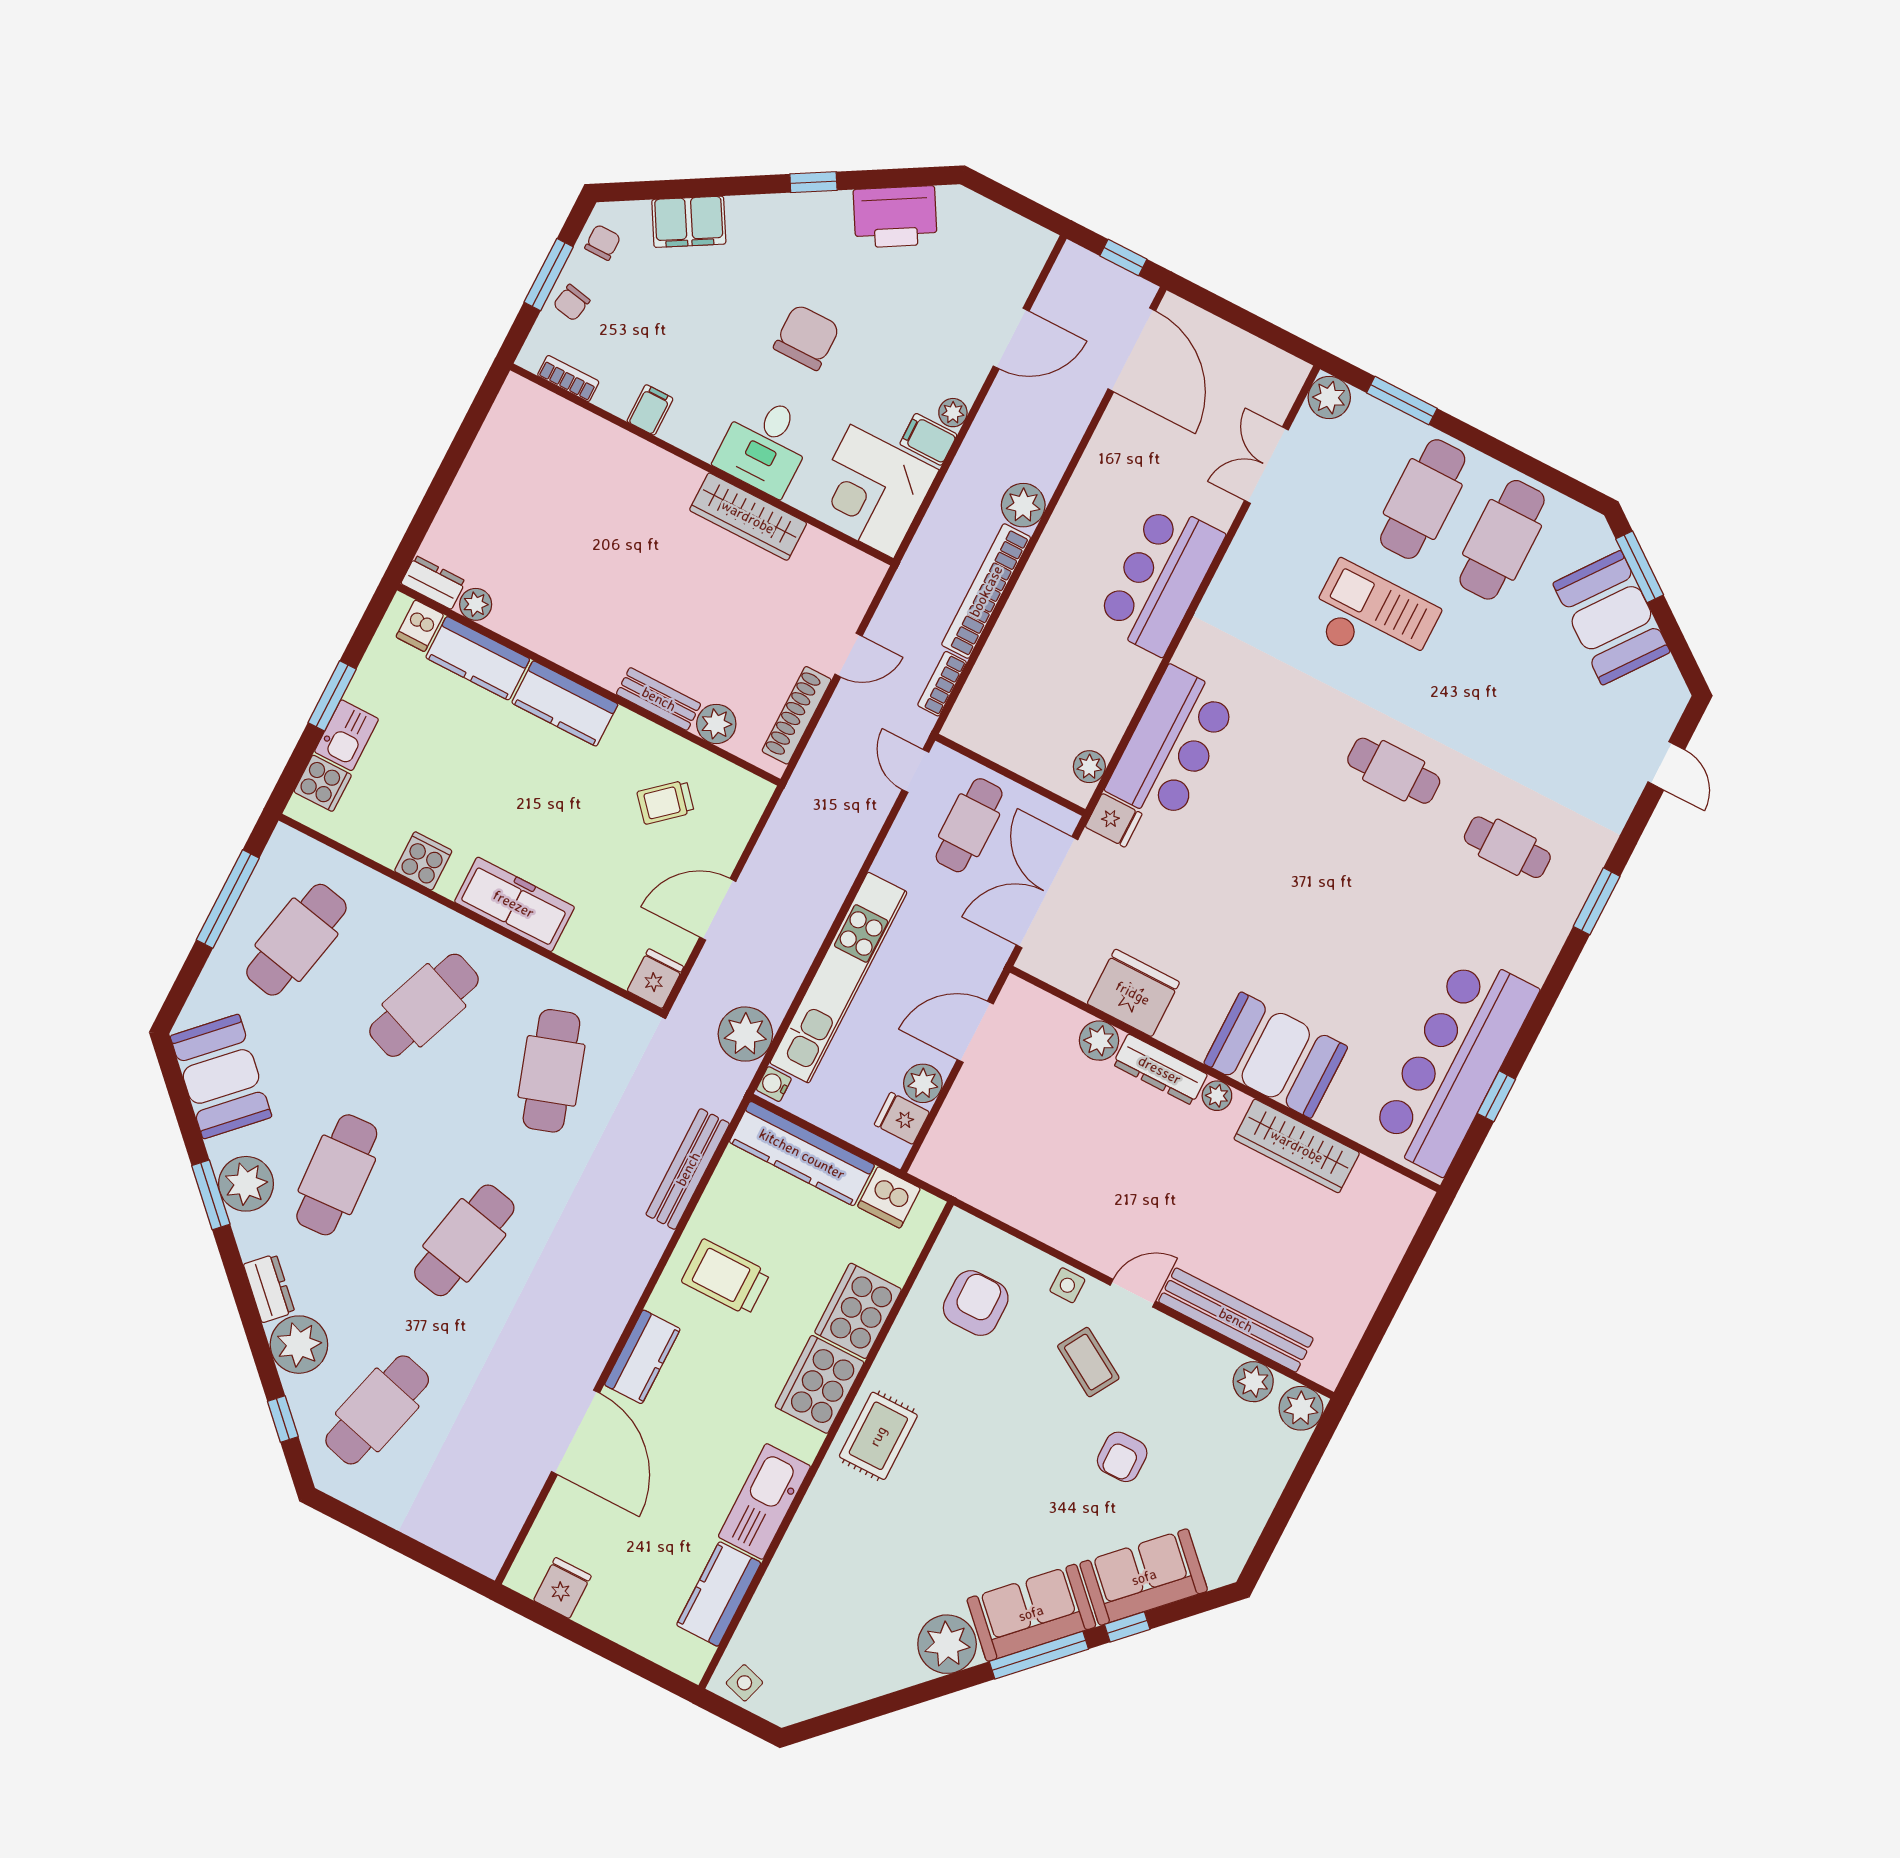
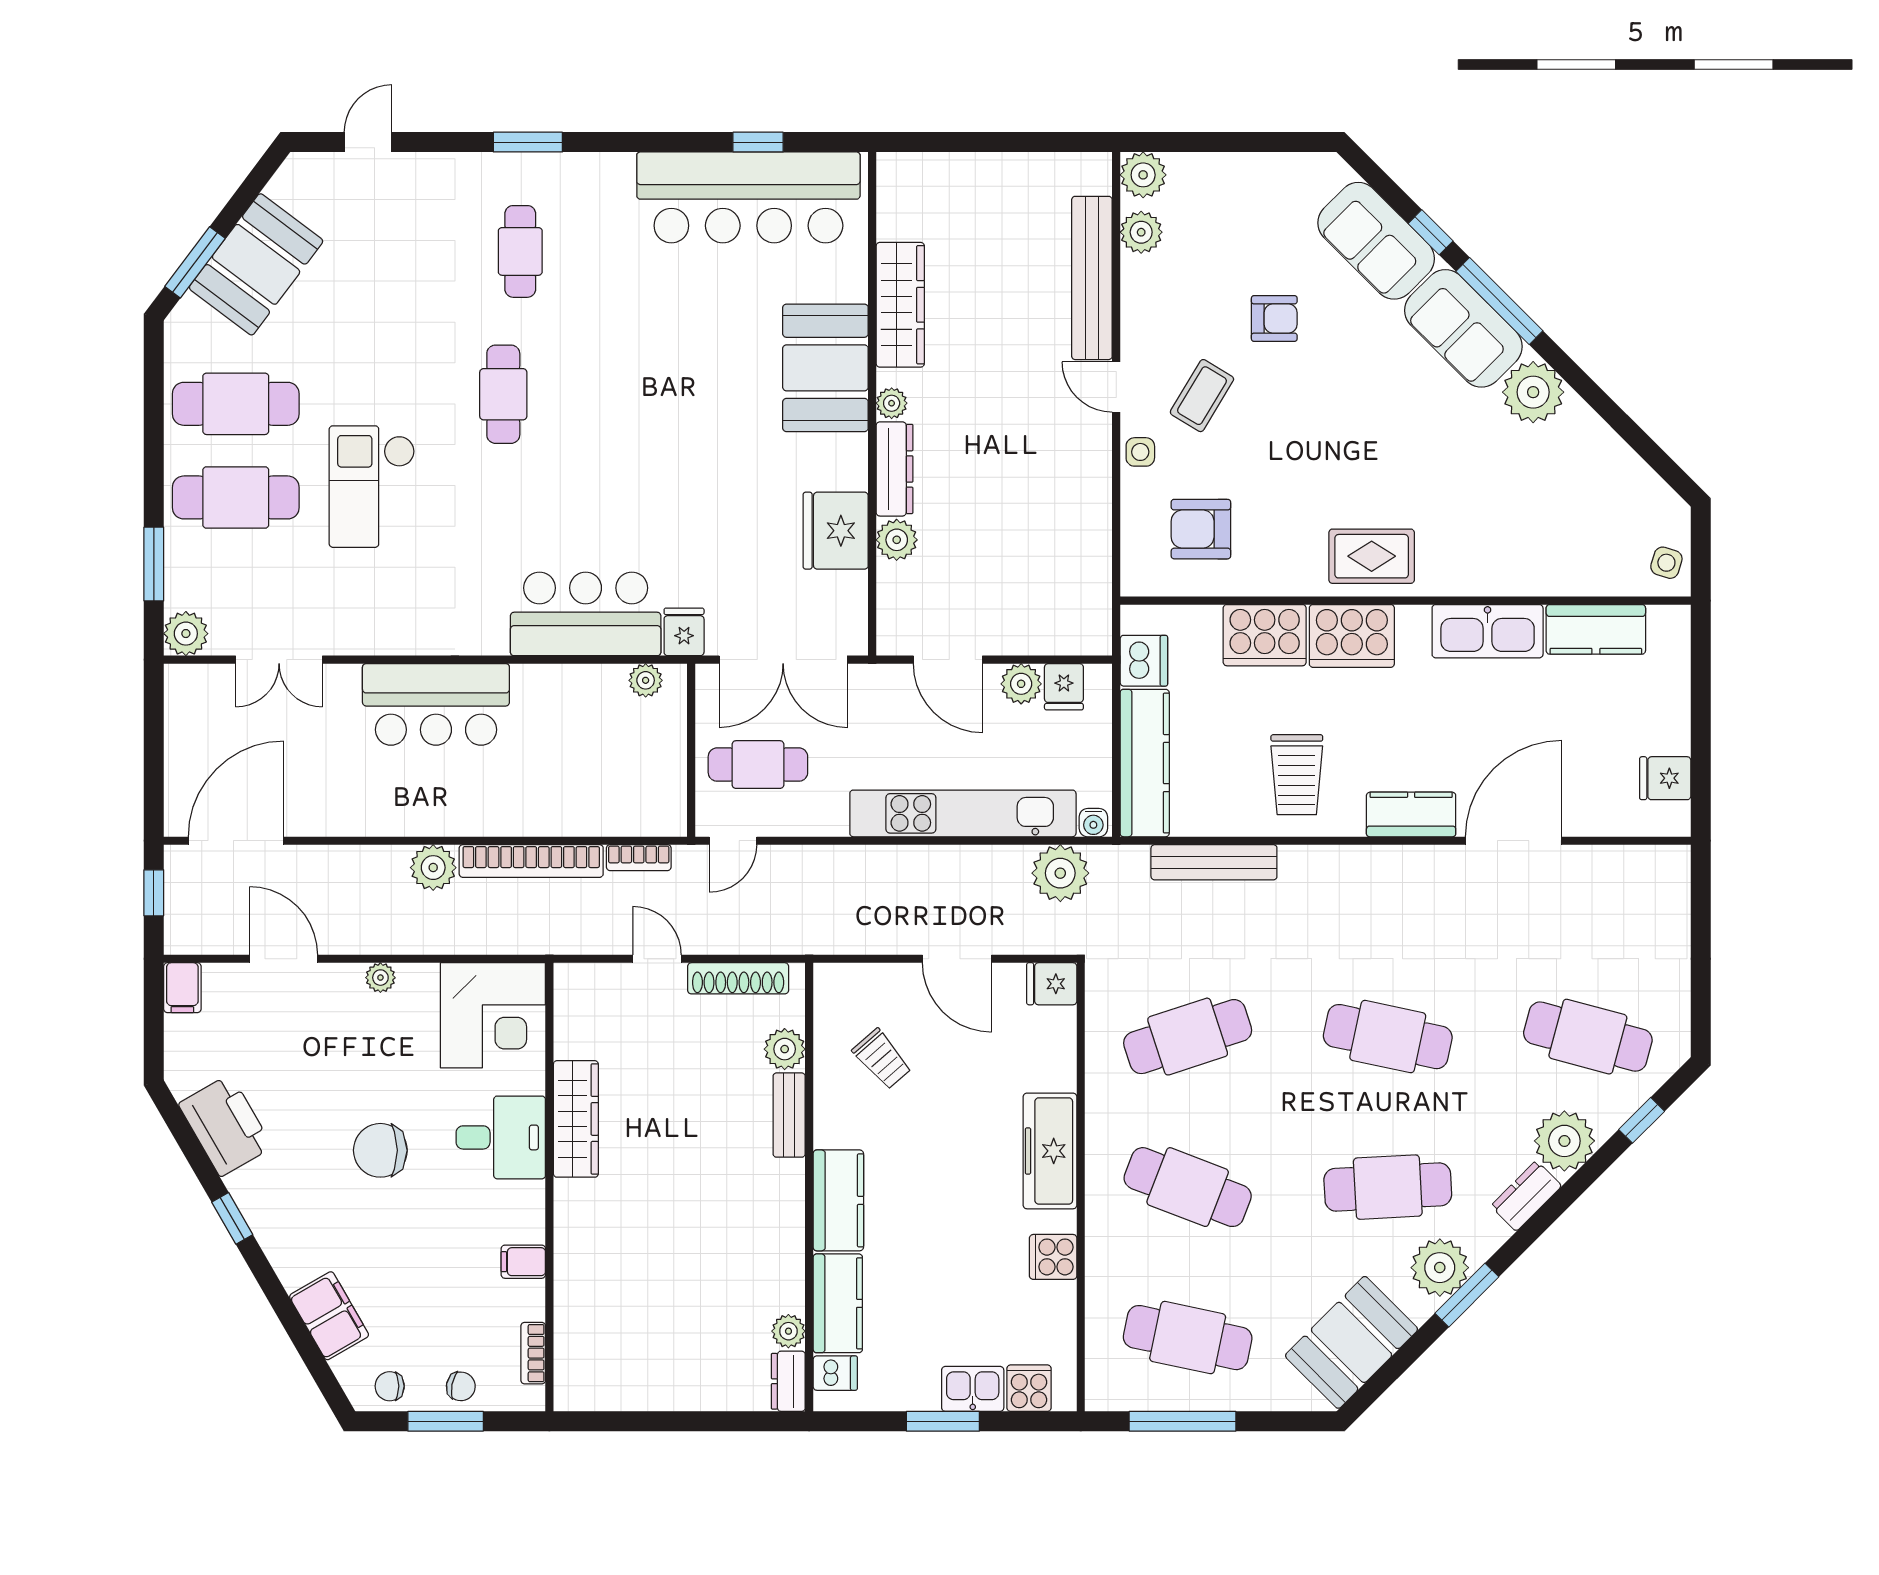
filing cabinet: (928, 439) -> (182, 988), moved

